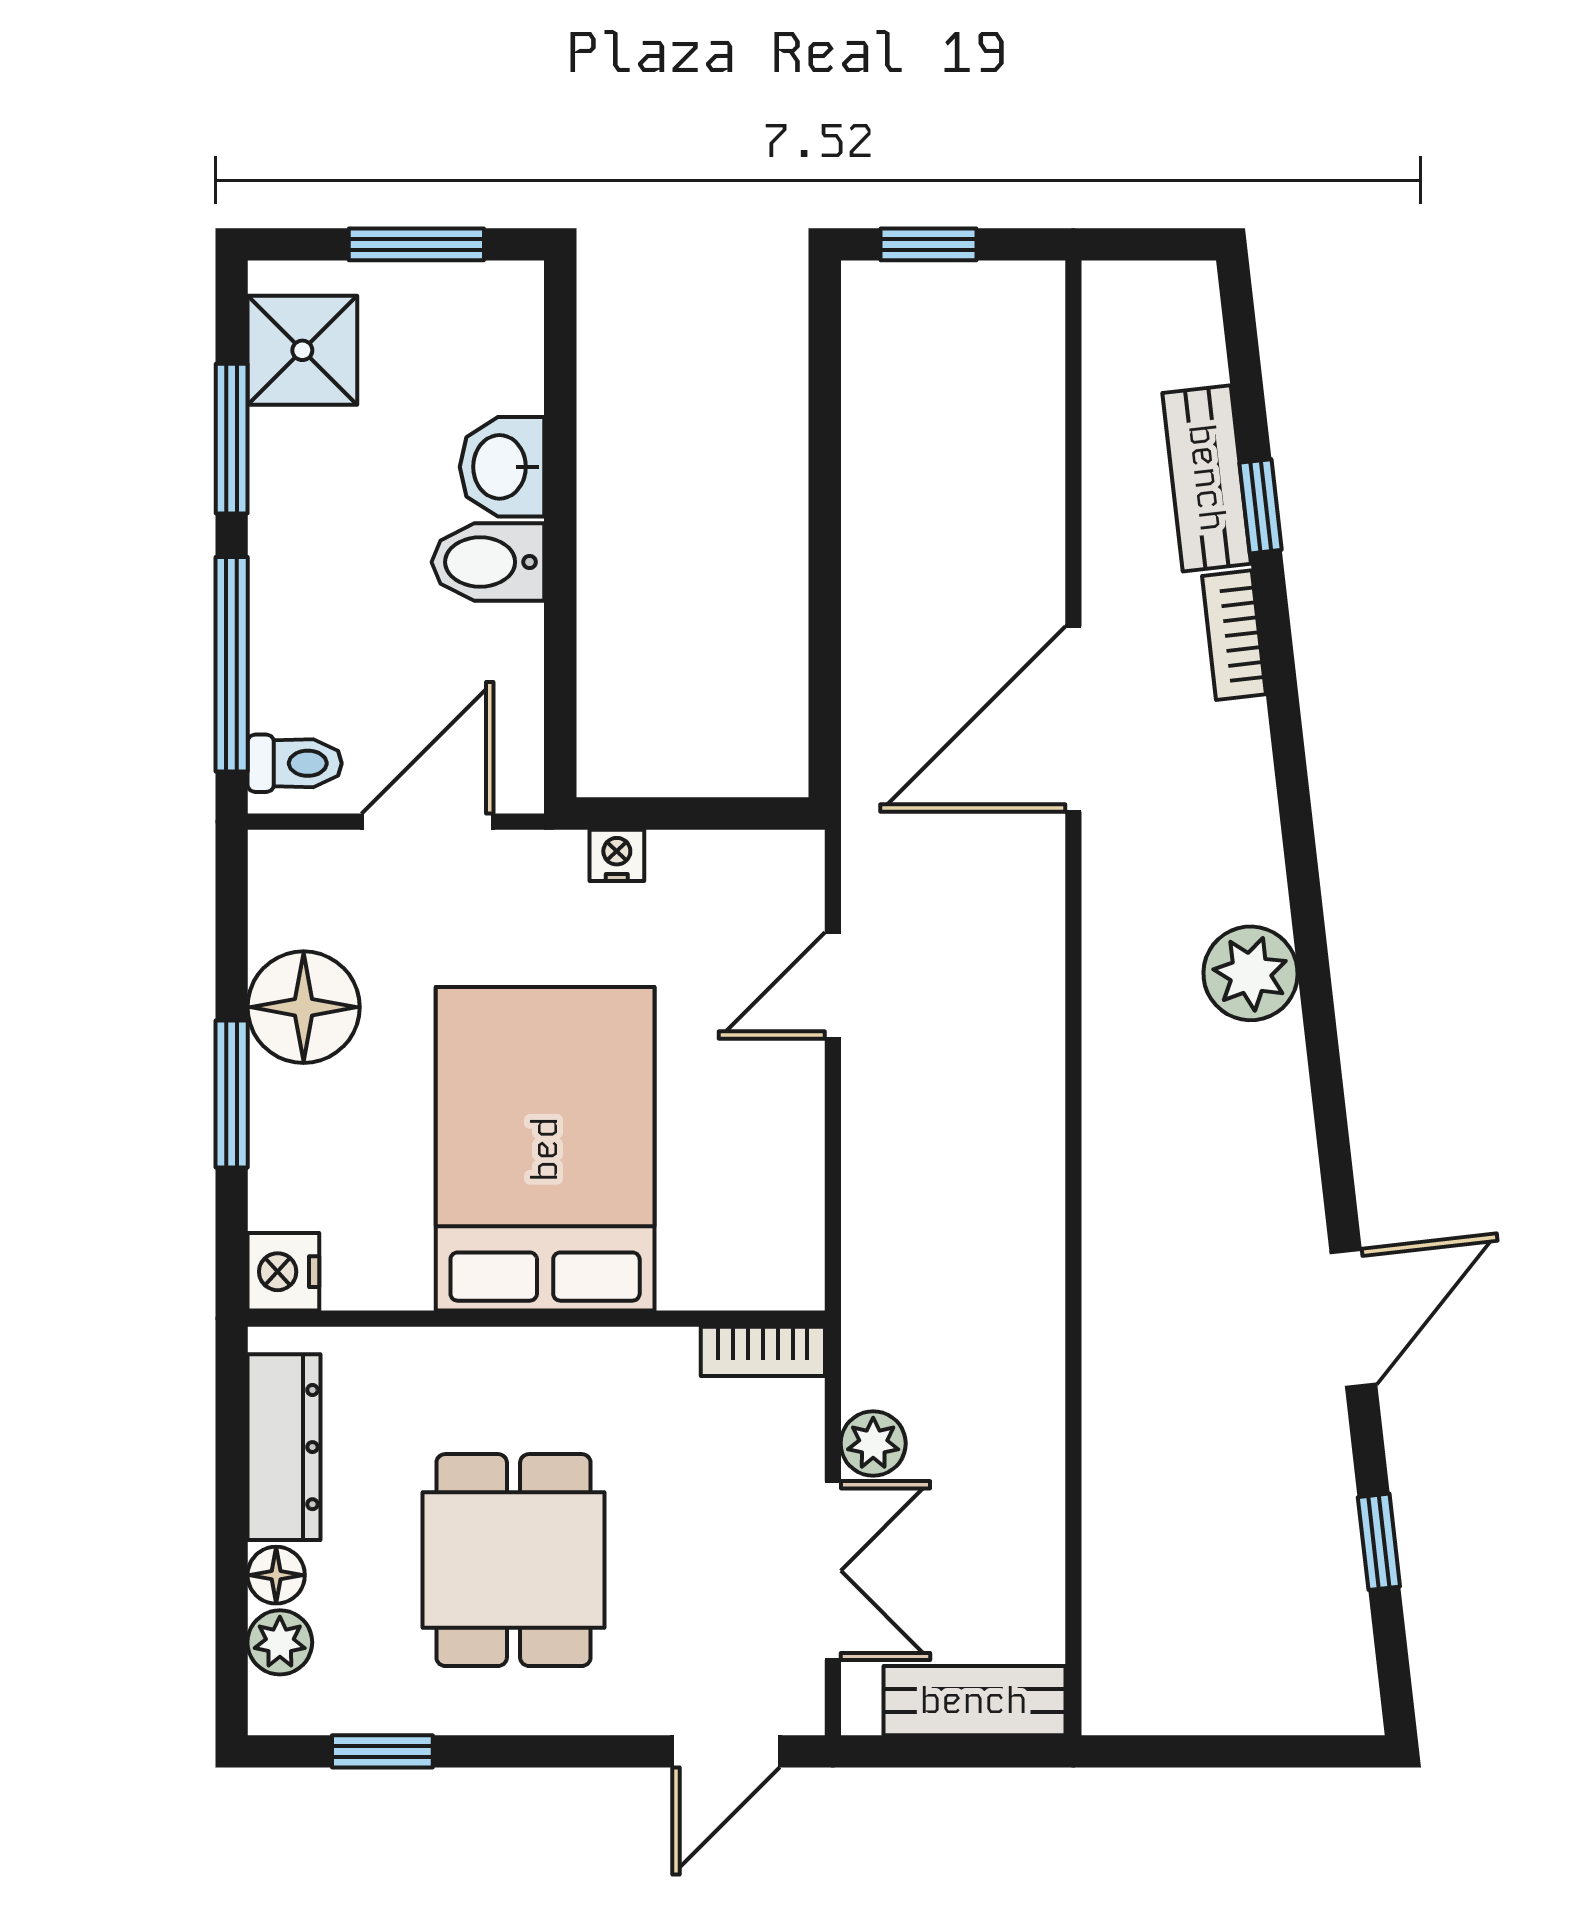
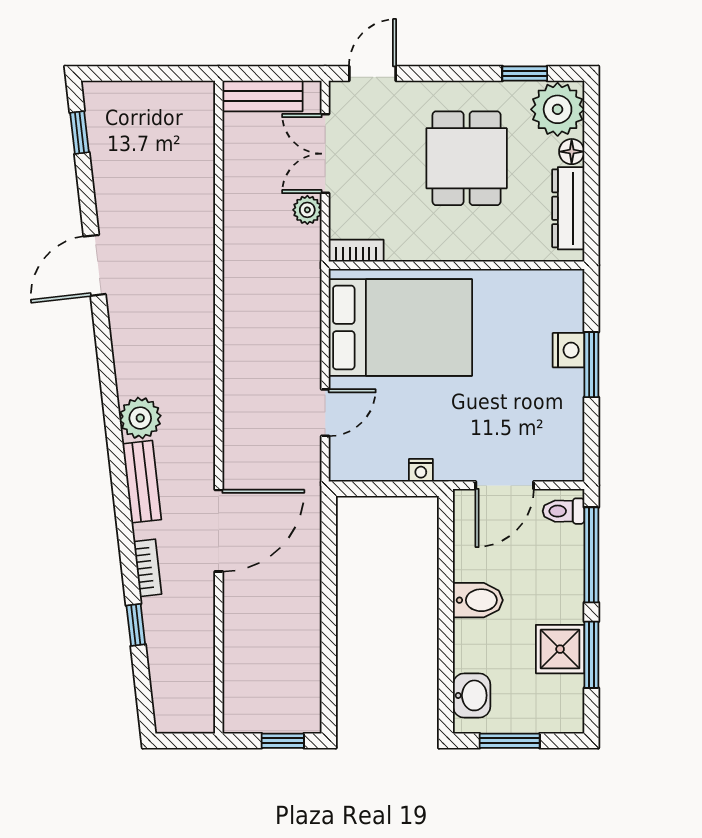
shower: (302, 350) -> (560, 649), moved
washbasin: (502, 467) -> (472, 695), moved
bench: (1207, 478) -> (142, 482), moved
floor lamp: (304, 1007) -> (560, 403), removed
bed: (545, 1149) -> (400, 328), moved, turned -90
nightstand: (283, 1272) -> (568, 350), moved
window: (1379, 1542) -> (79, 132), moved
plant: (280, 1642) -> (558, 109), width x1.88, depth x1.88

